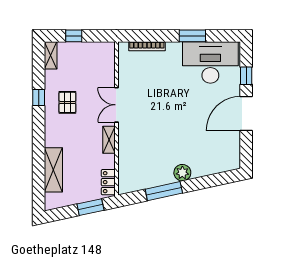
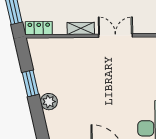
window: (164, 191) -> (30, 83), width x0.69

